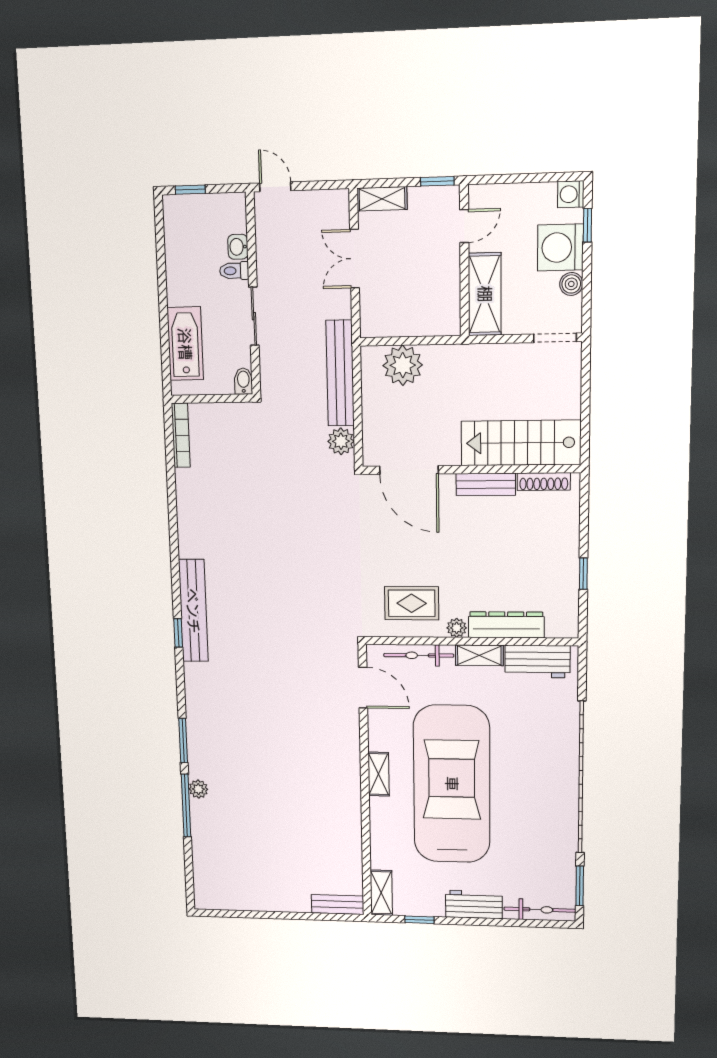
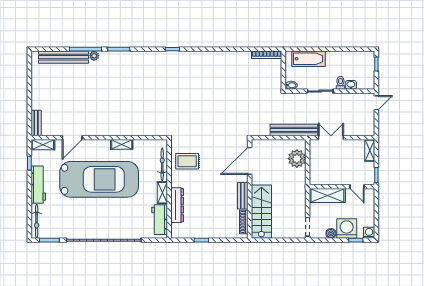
double door: (355, 259) -> (331, 138), moved
plant: (341, 441) -> (263, 130), removed
rug: (412, 603) -> (187, 161), turned 90
bench: (193, 611) -> (63, 57), moved
plant: (457, 628) -> (176, 182), removed
door: (363, 688) -> (72, 138), moved
shelving: (379, 774) -> (122, 144), moved
workbench: (474, 904) -> (38, 185), width x1.38

